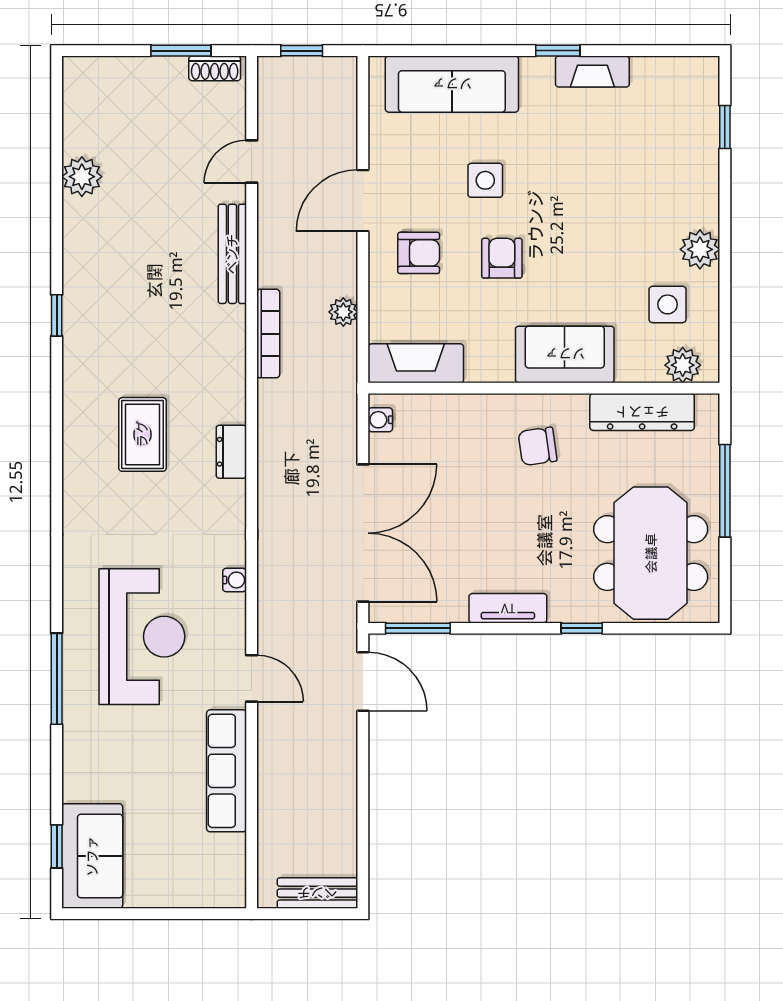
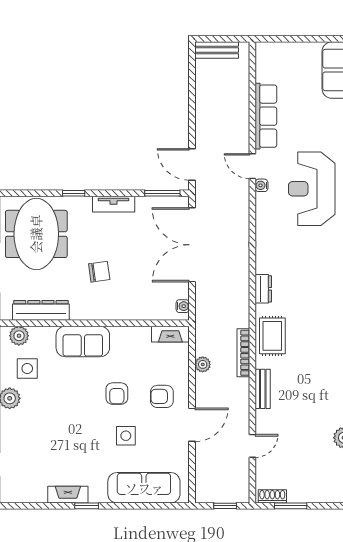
bench: (232, 254) -> (263, 389), width x0.73
fireplace: (416, 363) -> (170, 334), width x0.73, depth x0.76
rug: (142, 434) -> (272, 336), moved
chair: (538, 446) -> (99, 272), moved
water cooler: (235, 580) -> (262, 185), moved

